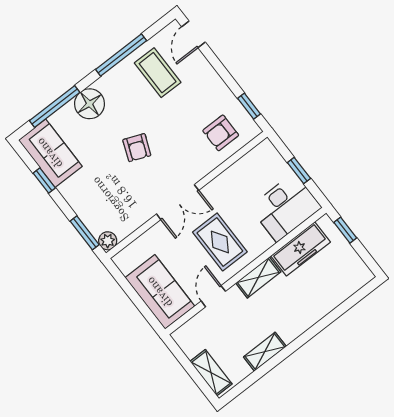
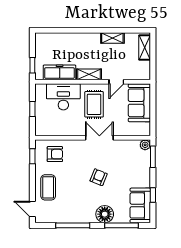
door: (193, 34) -> (32, 209), swing flipped
coffee table: (158, 73) -> (48, 187), moved
desk: (286, 207) -> (63, 97), moved

